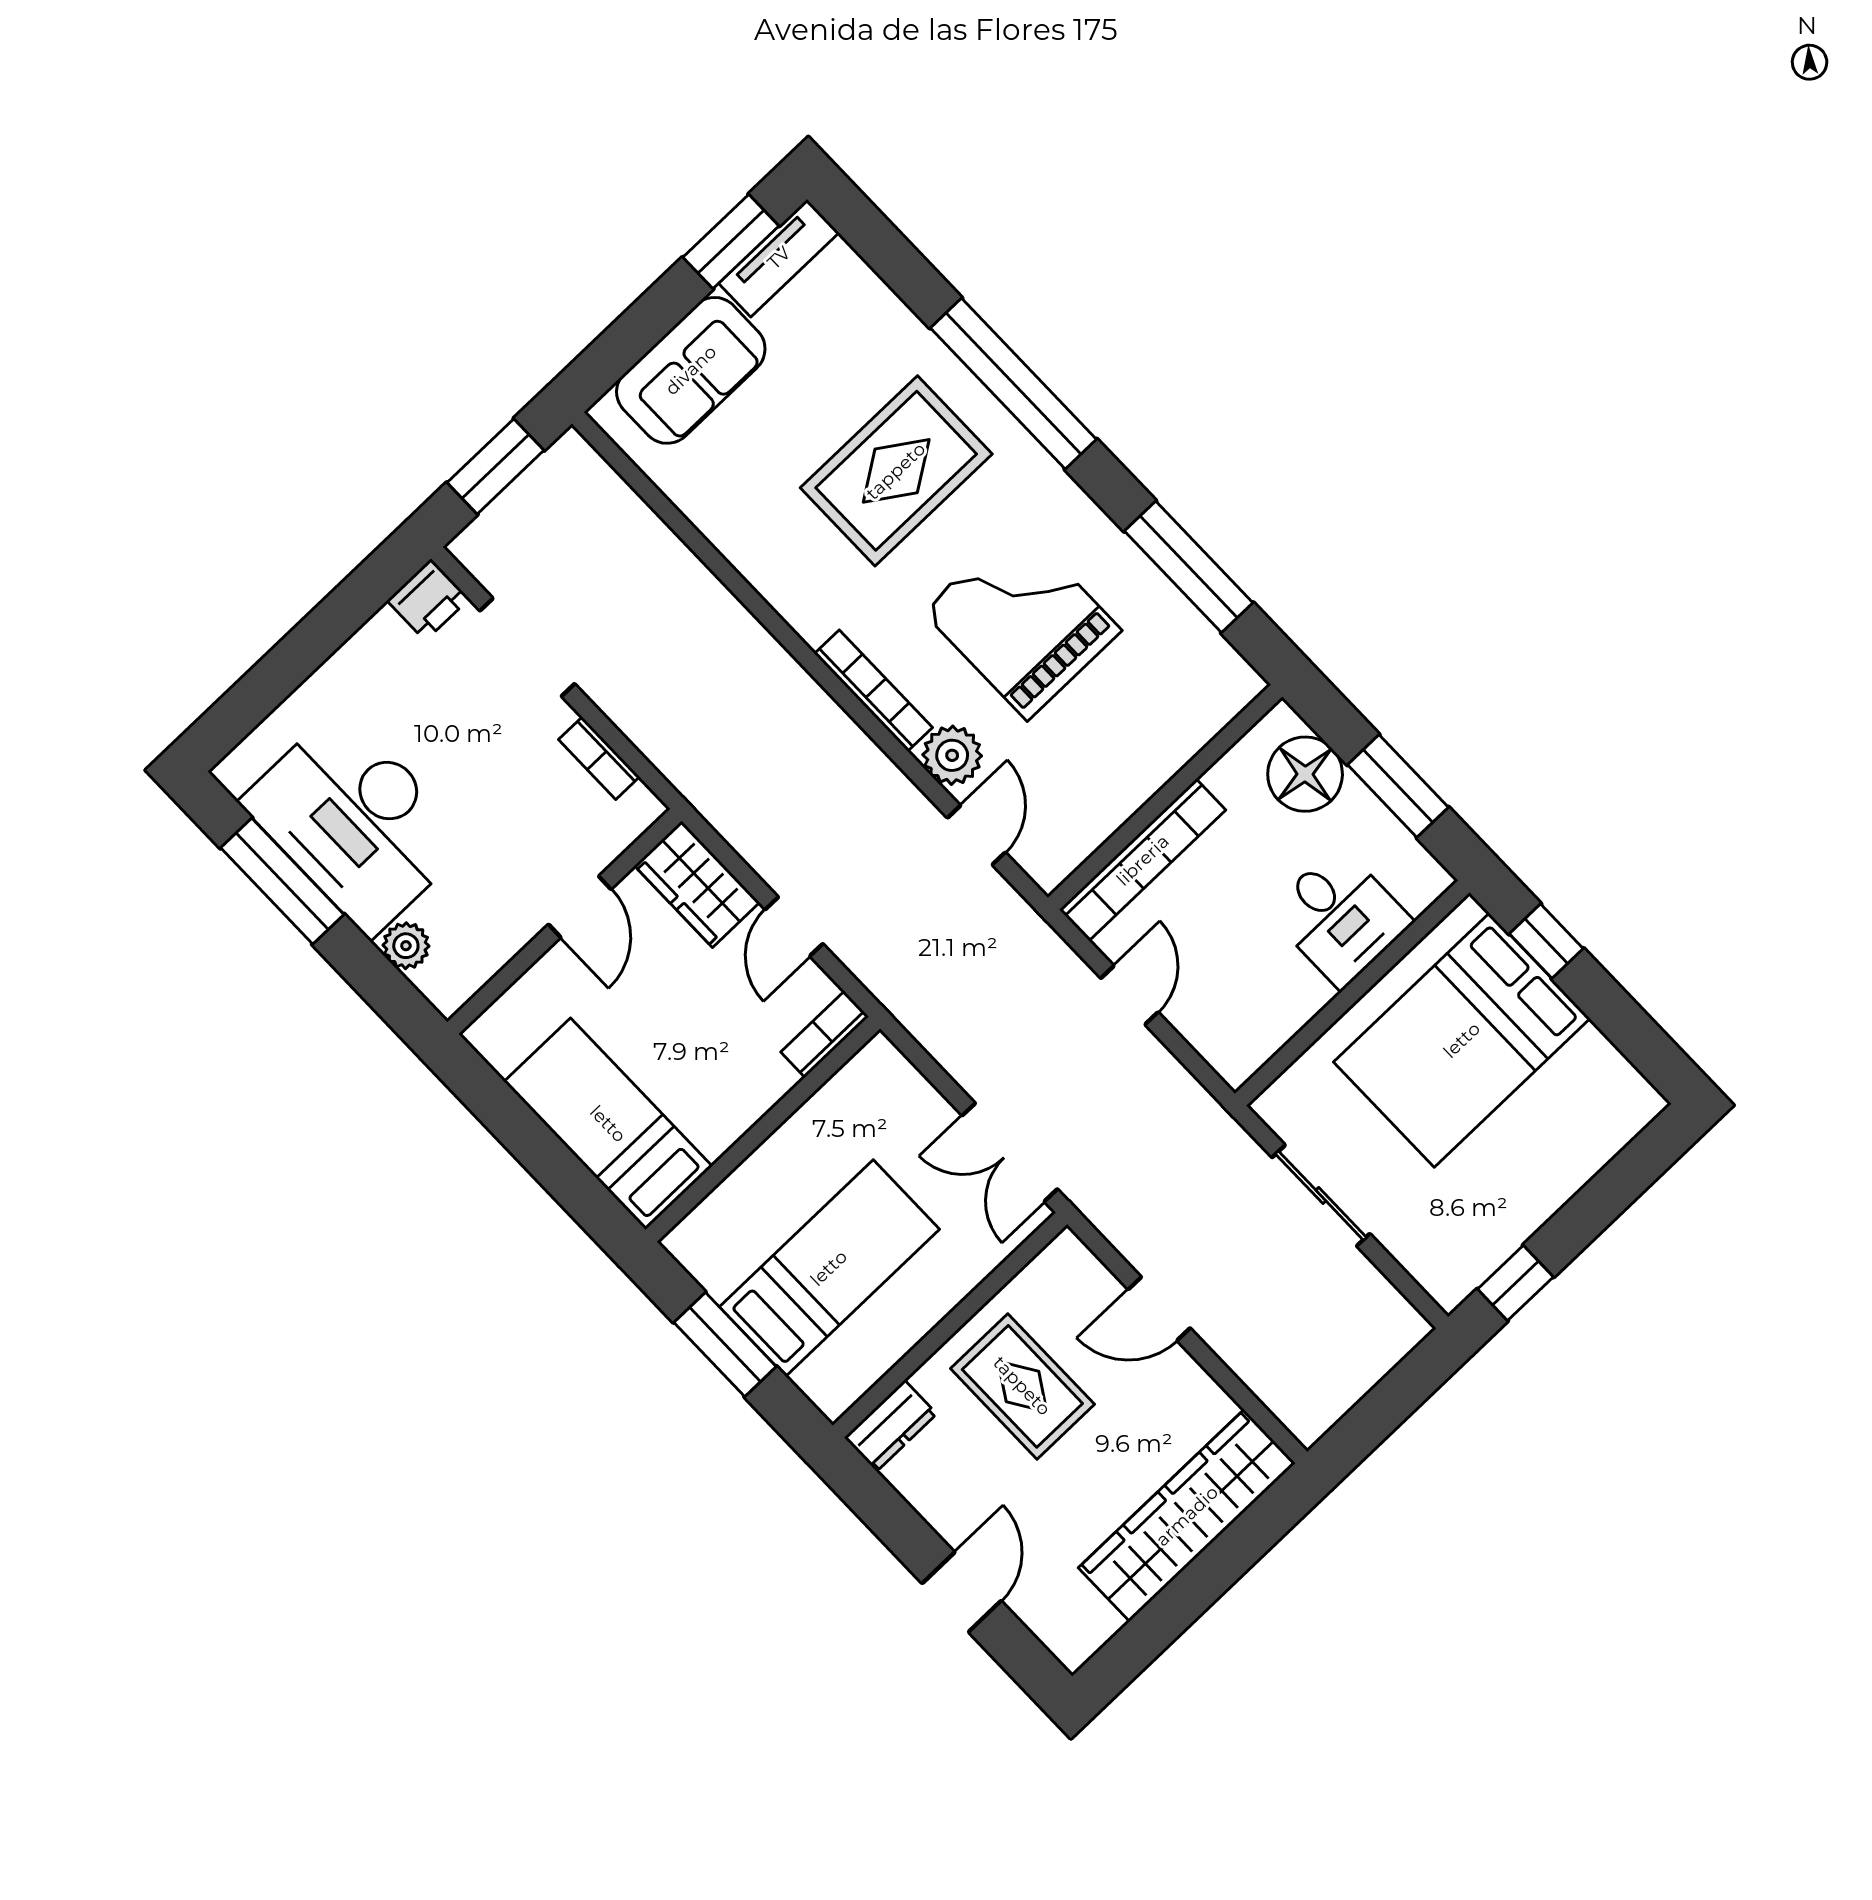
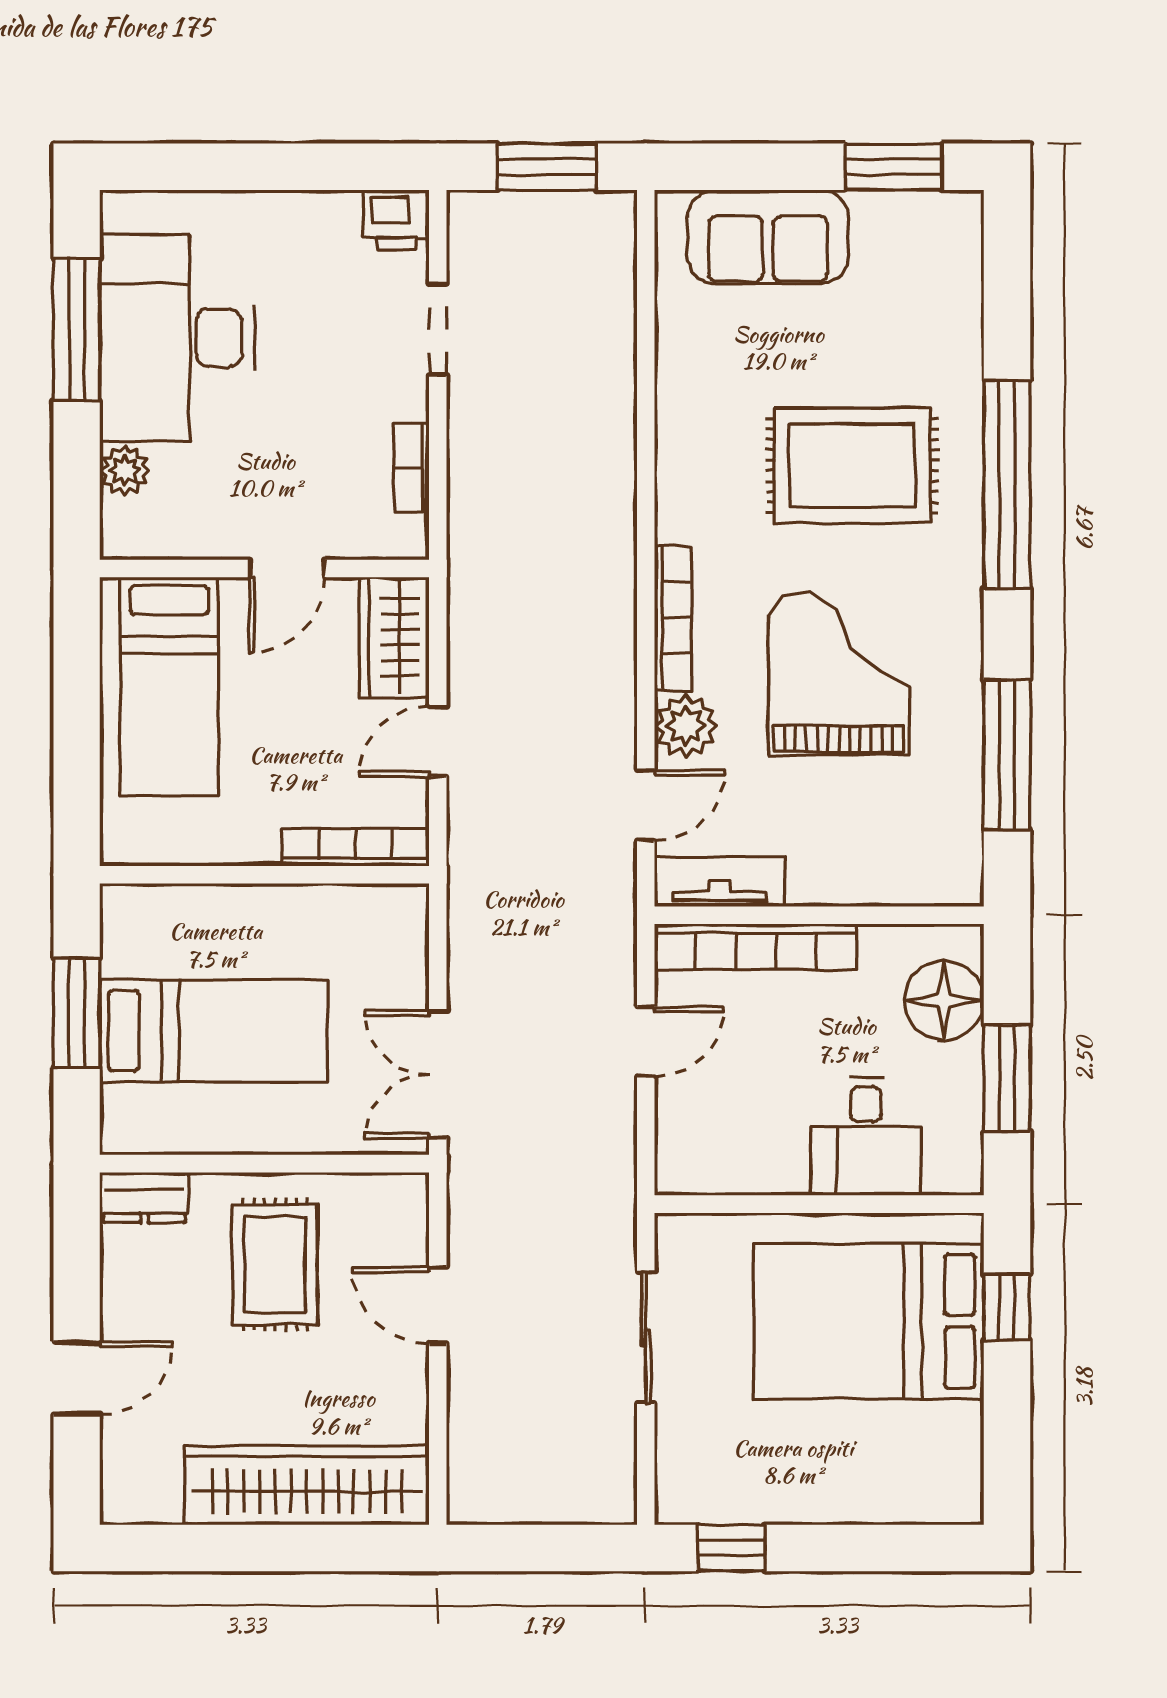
tv unit: (779, 258) -> (720, 882), moved, turned 180
doorway: (527, 647) -> (438, 330), width x0.73
bookcase: (825, 1034) -> (356, 847), width x1.56
bed: (608, 1124) -> (169, 687), moved, turned 180

